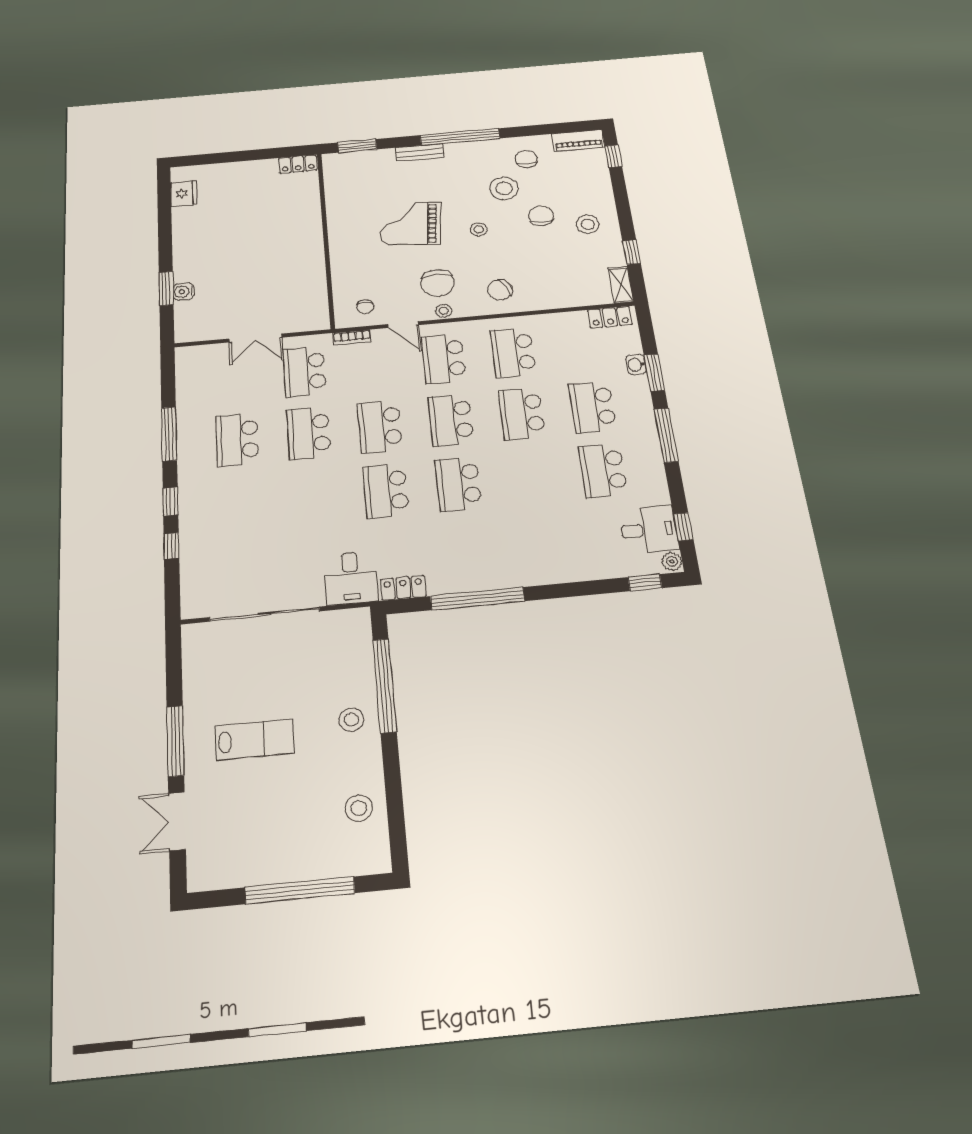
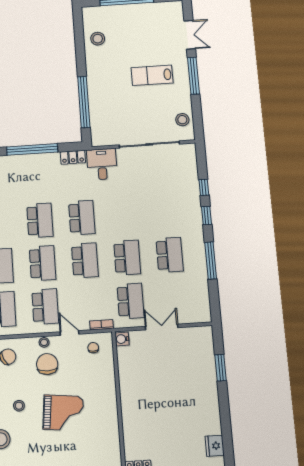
water cooler: (183, 292) -> (122, 339), moved, turned 180
stool: (351, 720) -> (182, 120), moved

